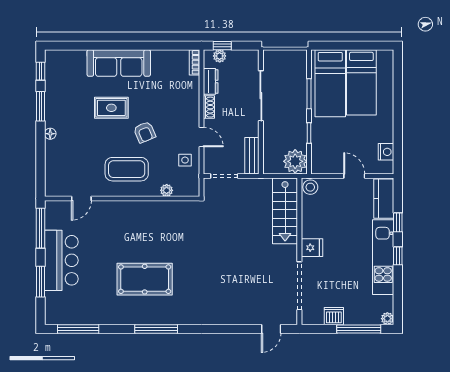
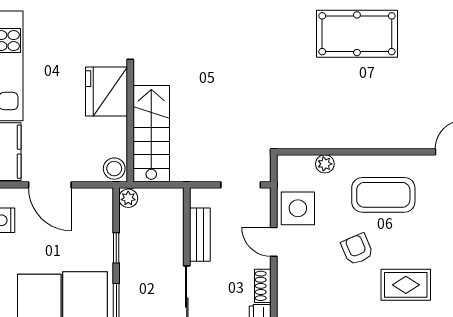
bench: (252, 156) -> (200, 235), moved
side table: (185, 160) -> (298, 208), width x1.87, depth x1.87
plant: (295, 161) -> (128, 198), width x0.53, depth x0.53
door: (354, 176) -> (50, 185), width x1.38
fridge: (312, 248) -> (107, 91), width x1.88, depth x1.34

